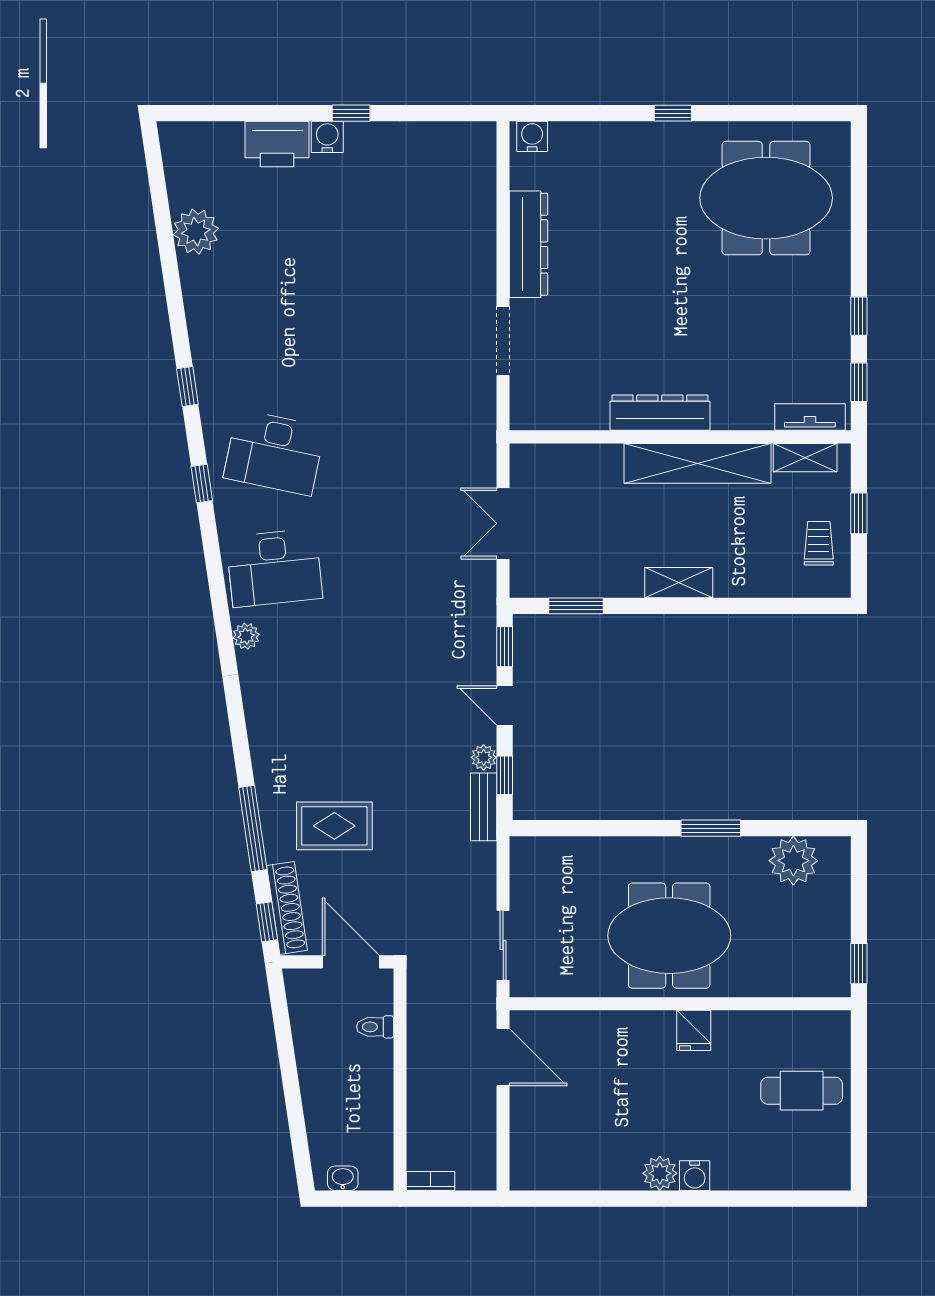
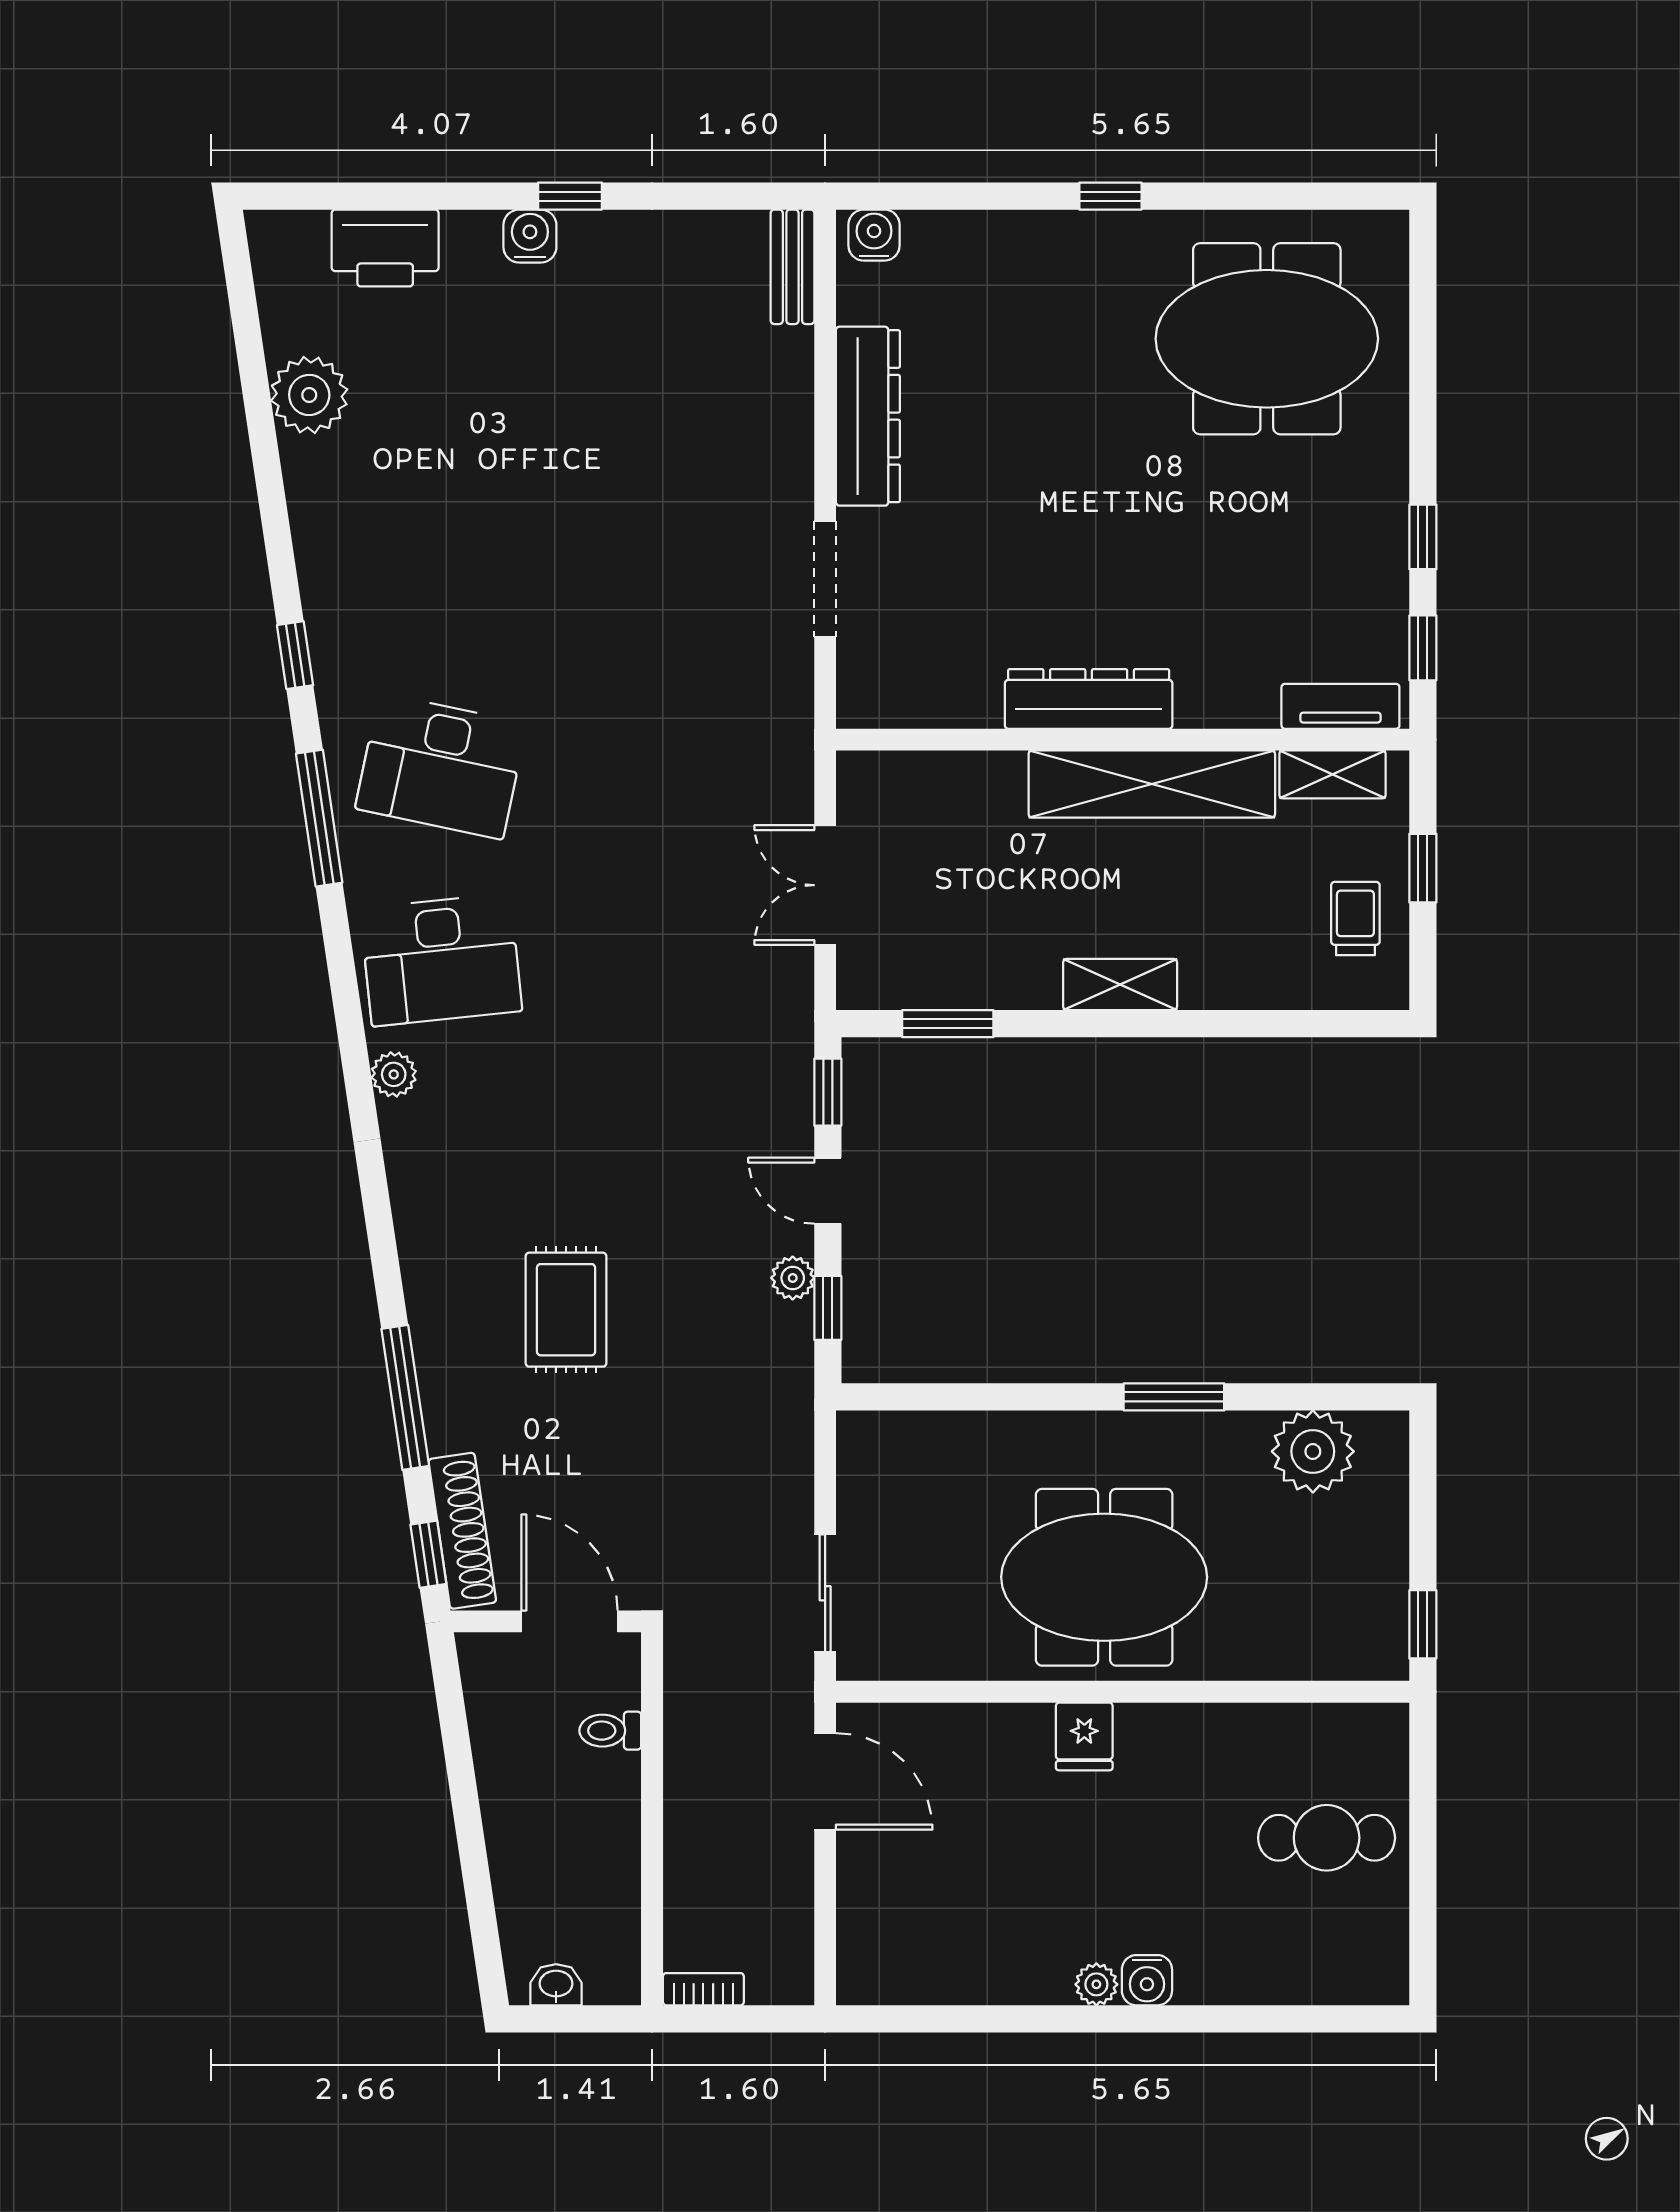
printer: (277, 144) -> (385, 248), moved
window: (202, 484) -> (319, 818), width x2.17
bench: (484, 807) -> (792, 267), moved
rug: (334, 826) -> (566, 1310), moved, turned 90
fridge: (694, 1030) -> (1084, 1736), moved
plant: (660, 1173) -> (1096, 1984), width x0.73, depth x0.73

